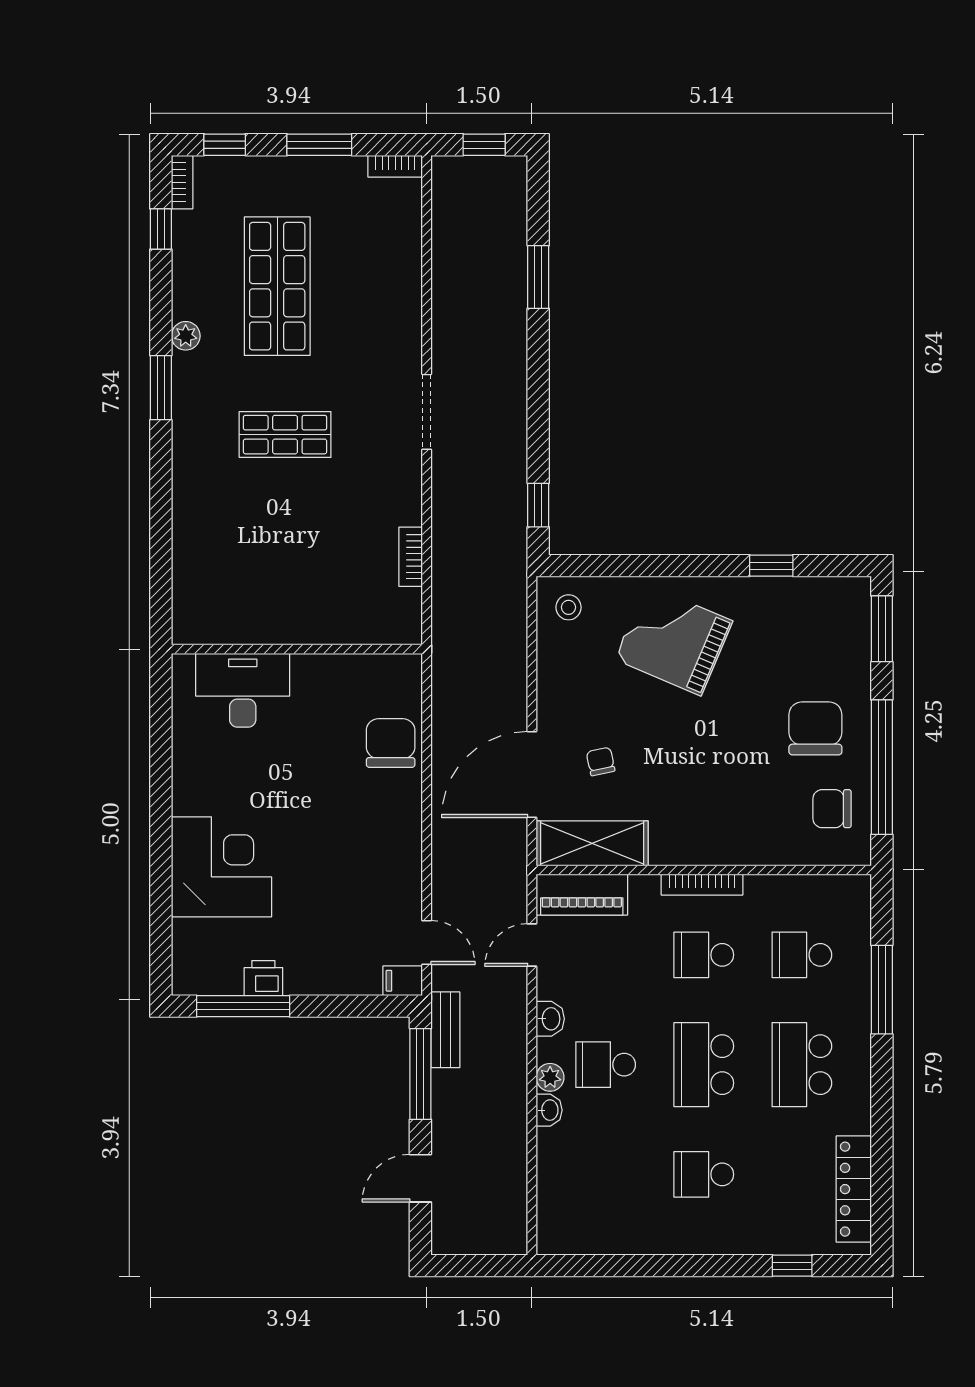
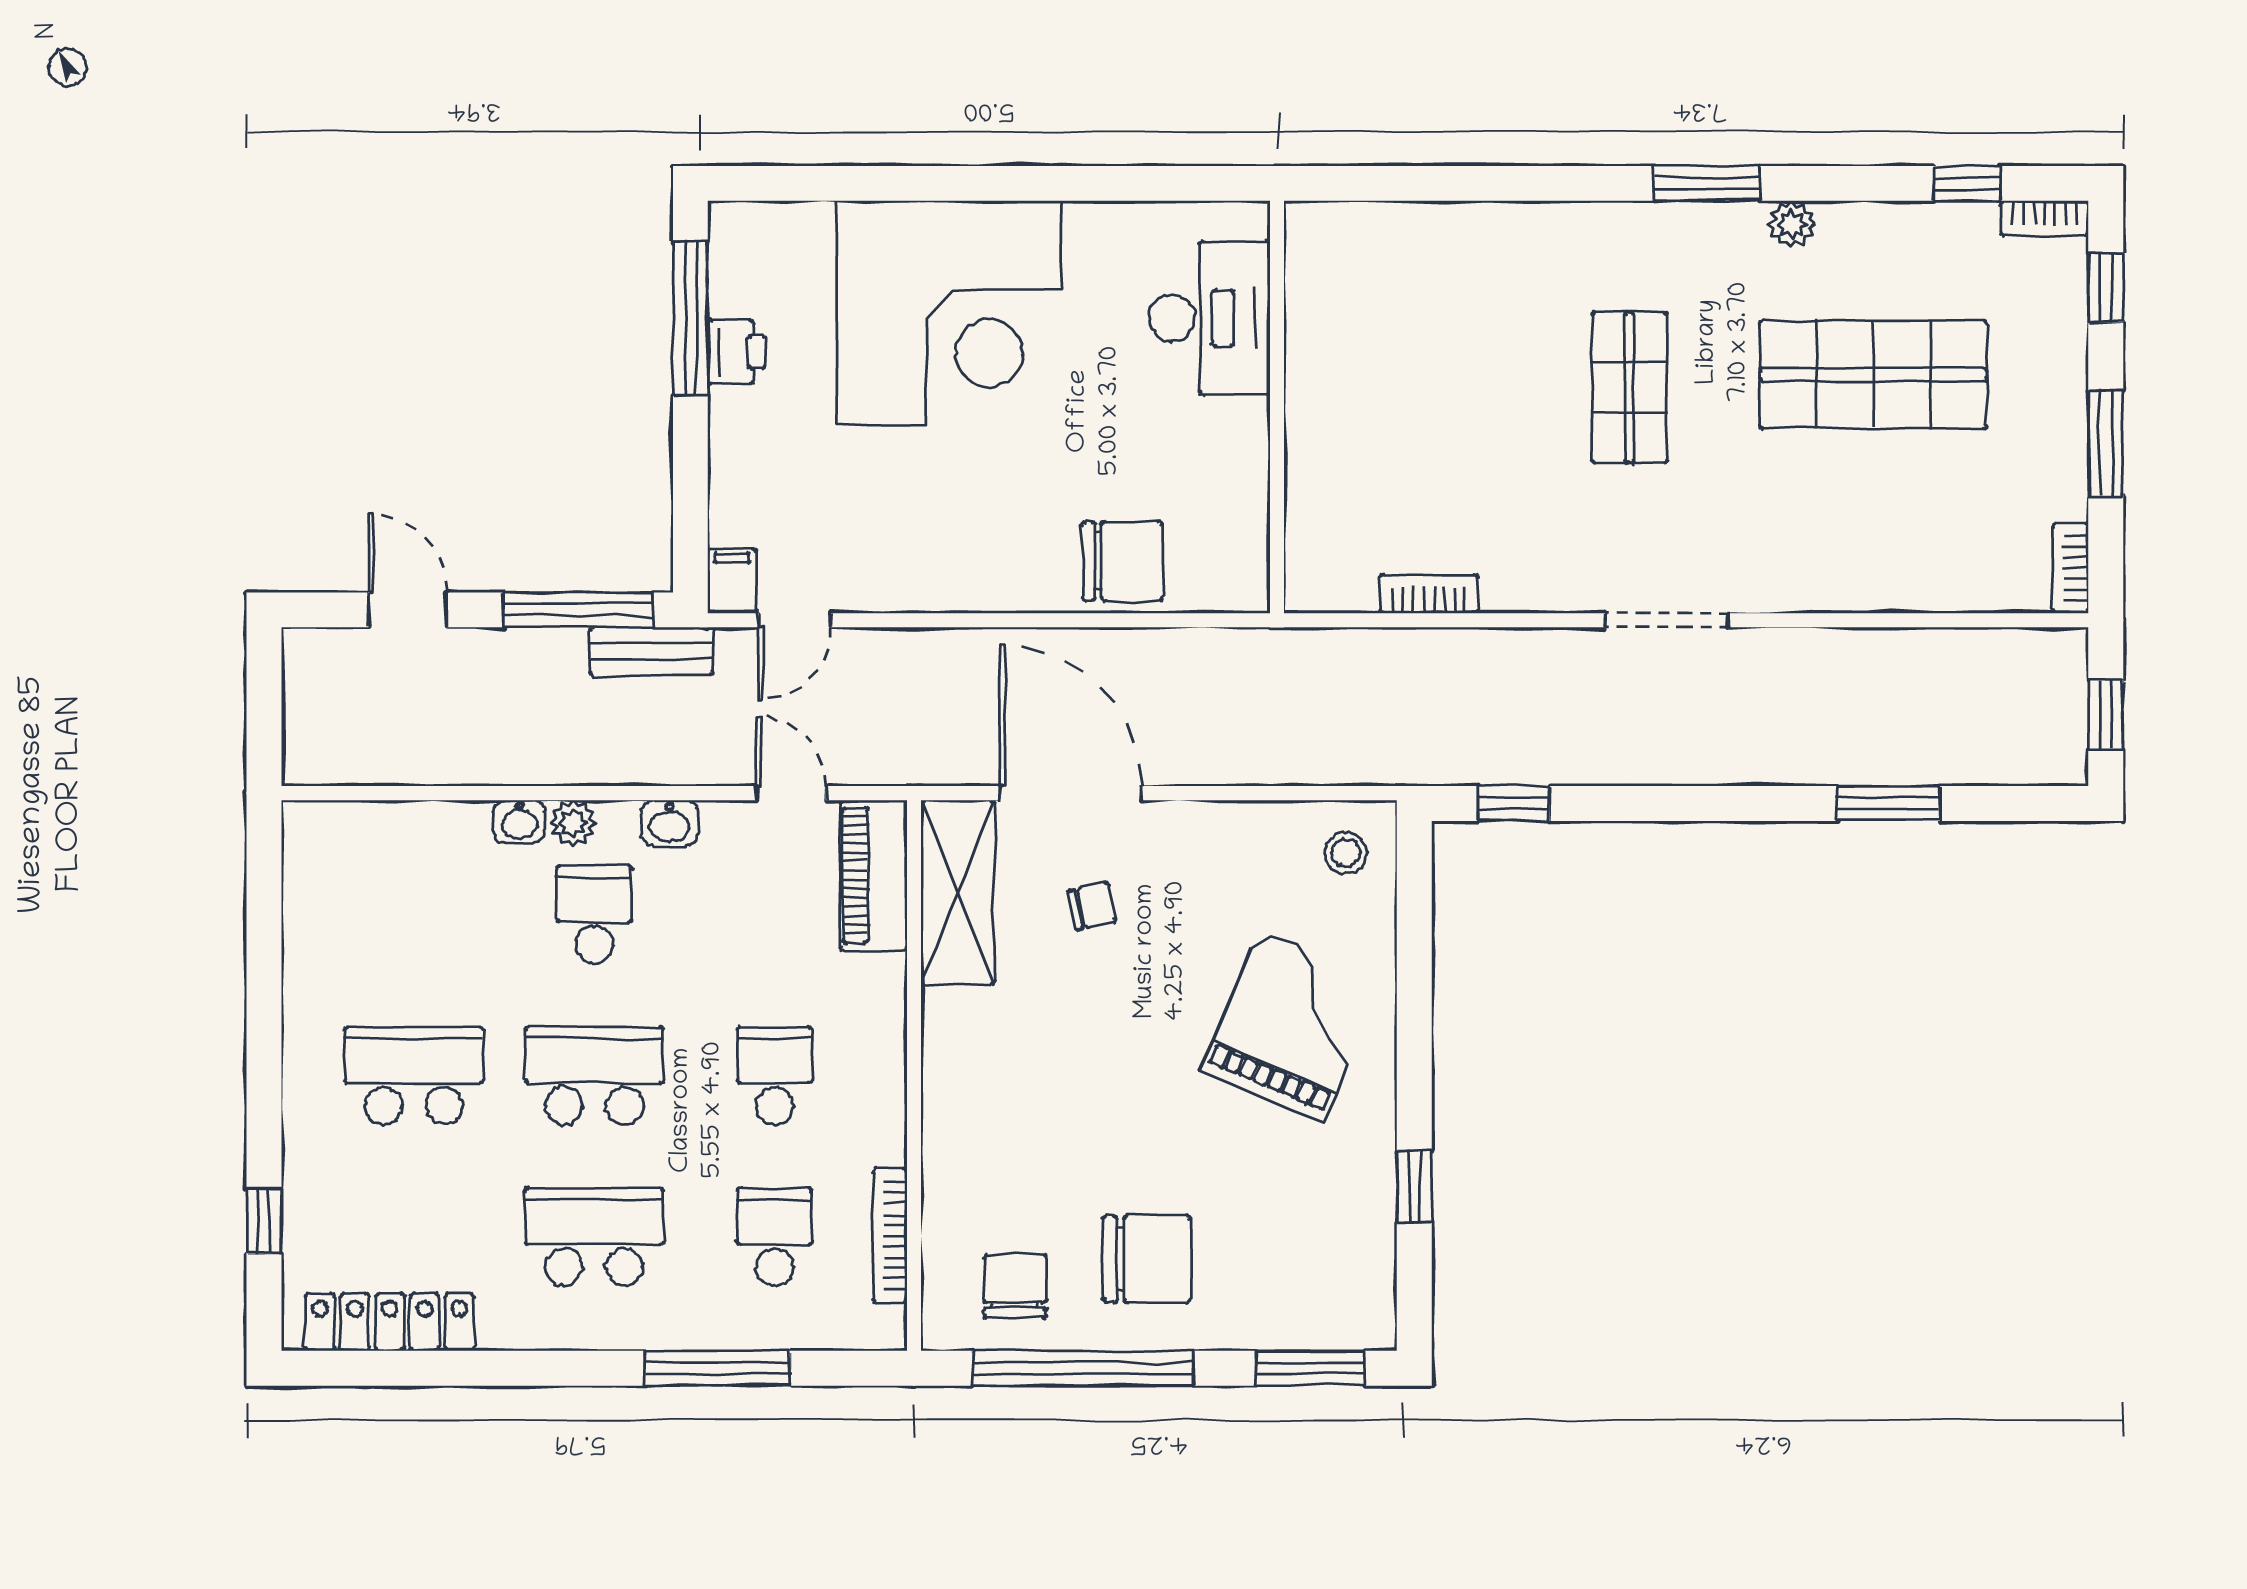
corner desk: (222, 867) -> (949, 313), width x1.36, depth x1.36
bookcase: (702, 885) -> (890, 1236), moved
school desk: (704, 1174) -> (414, 1076), width x1.85

